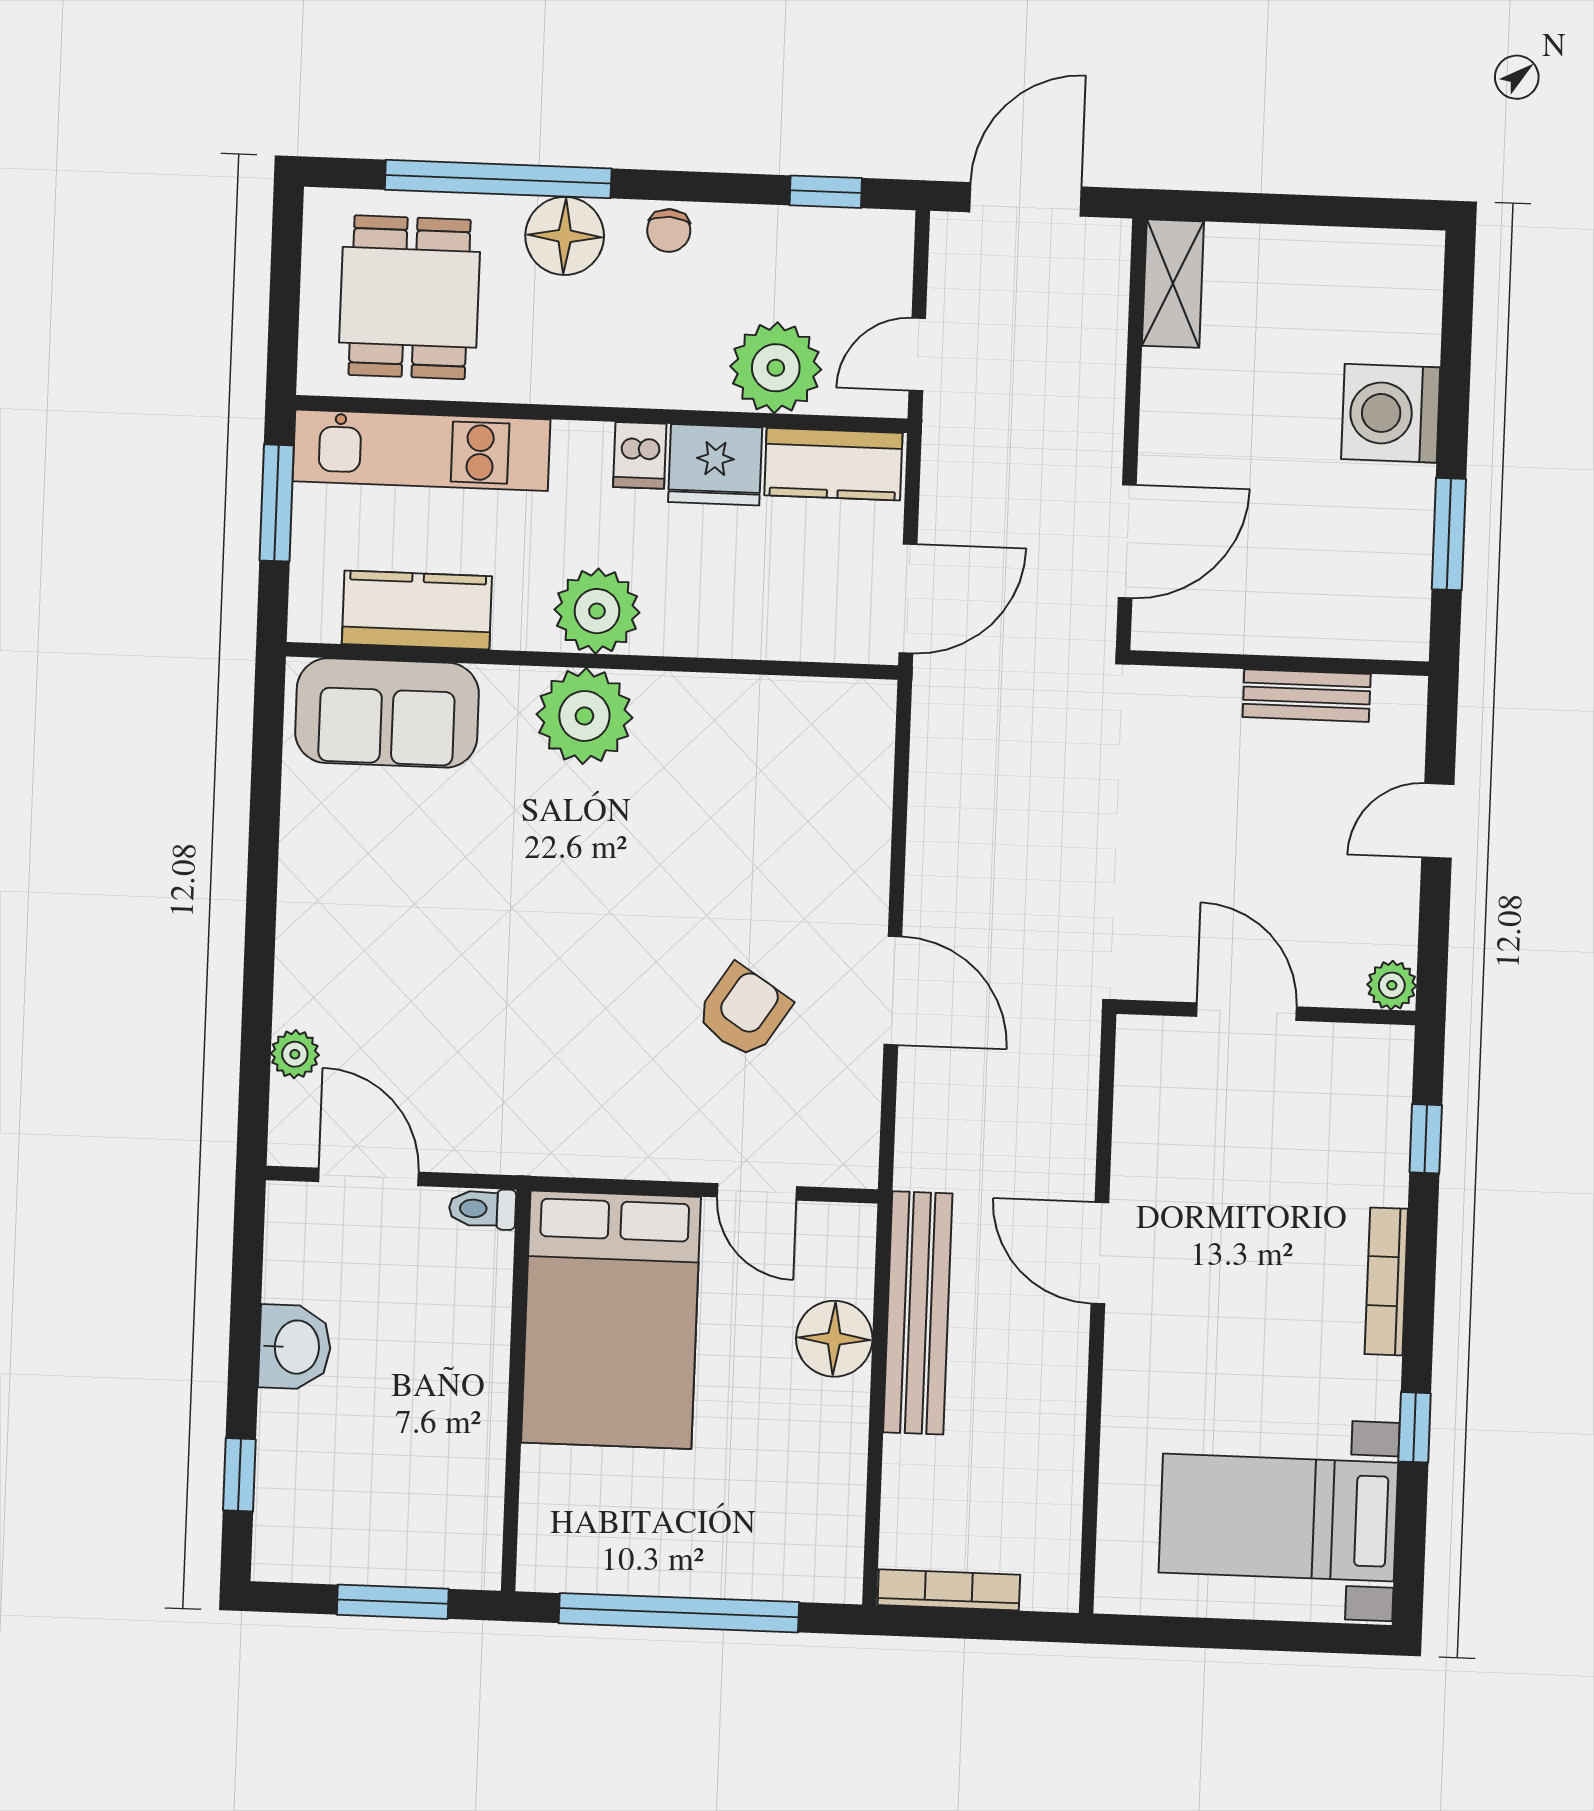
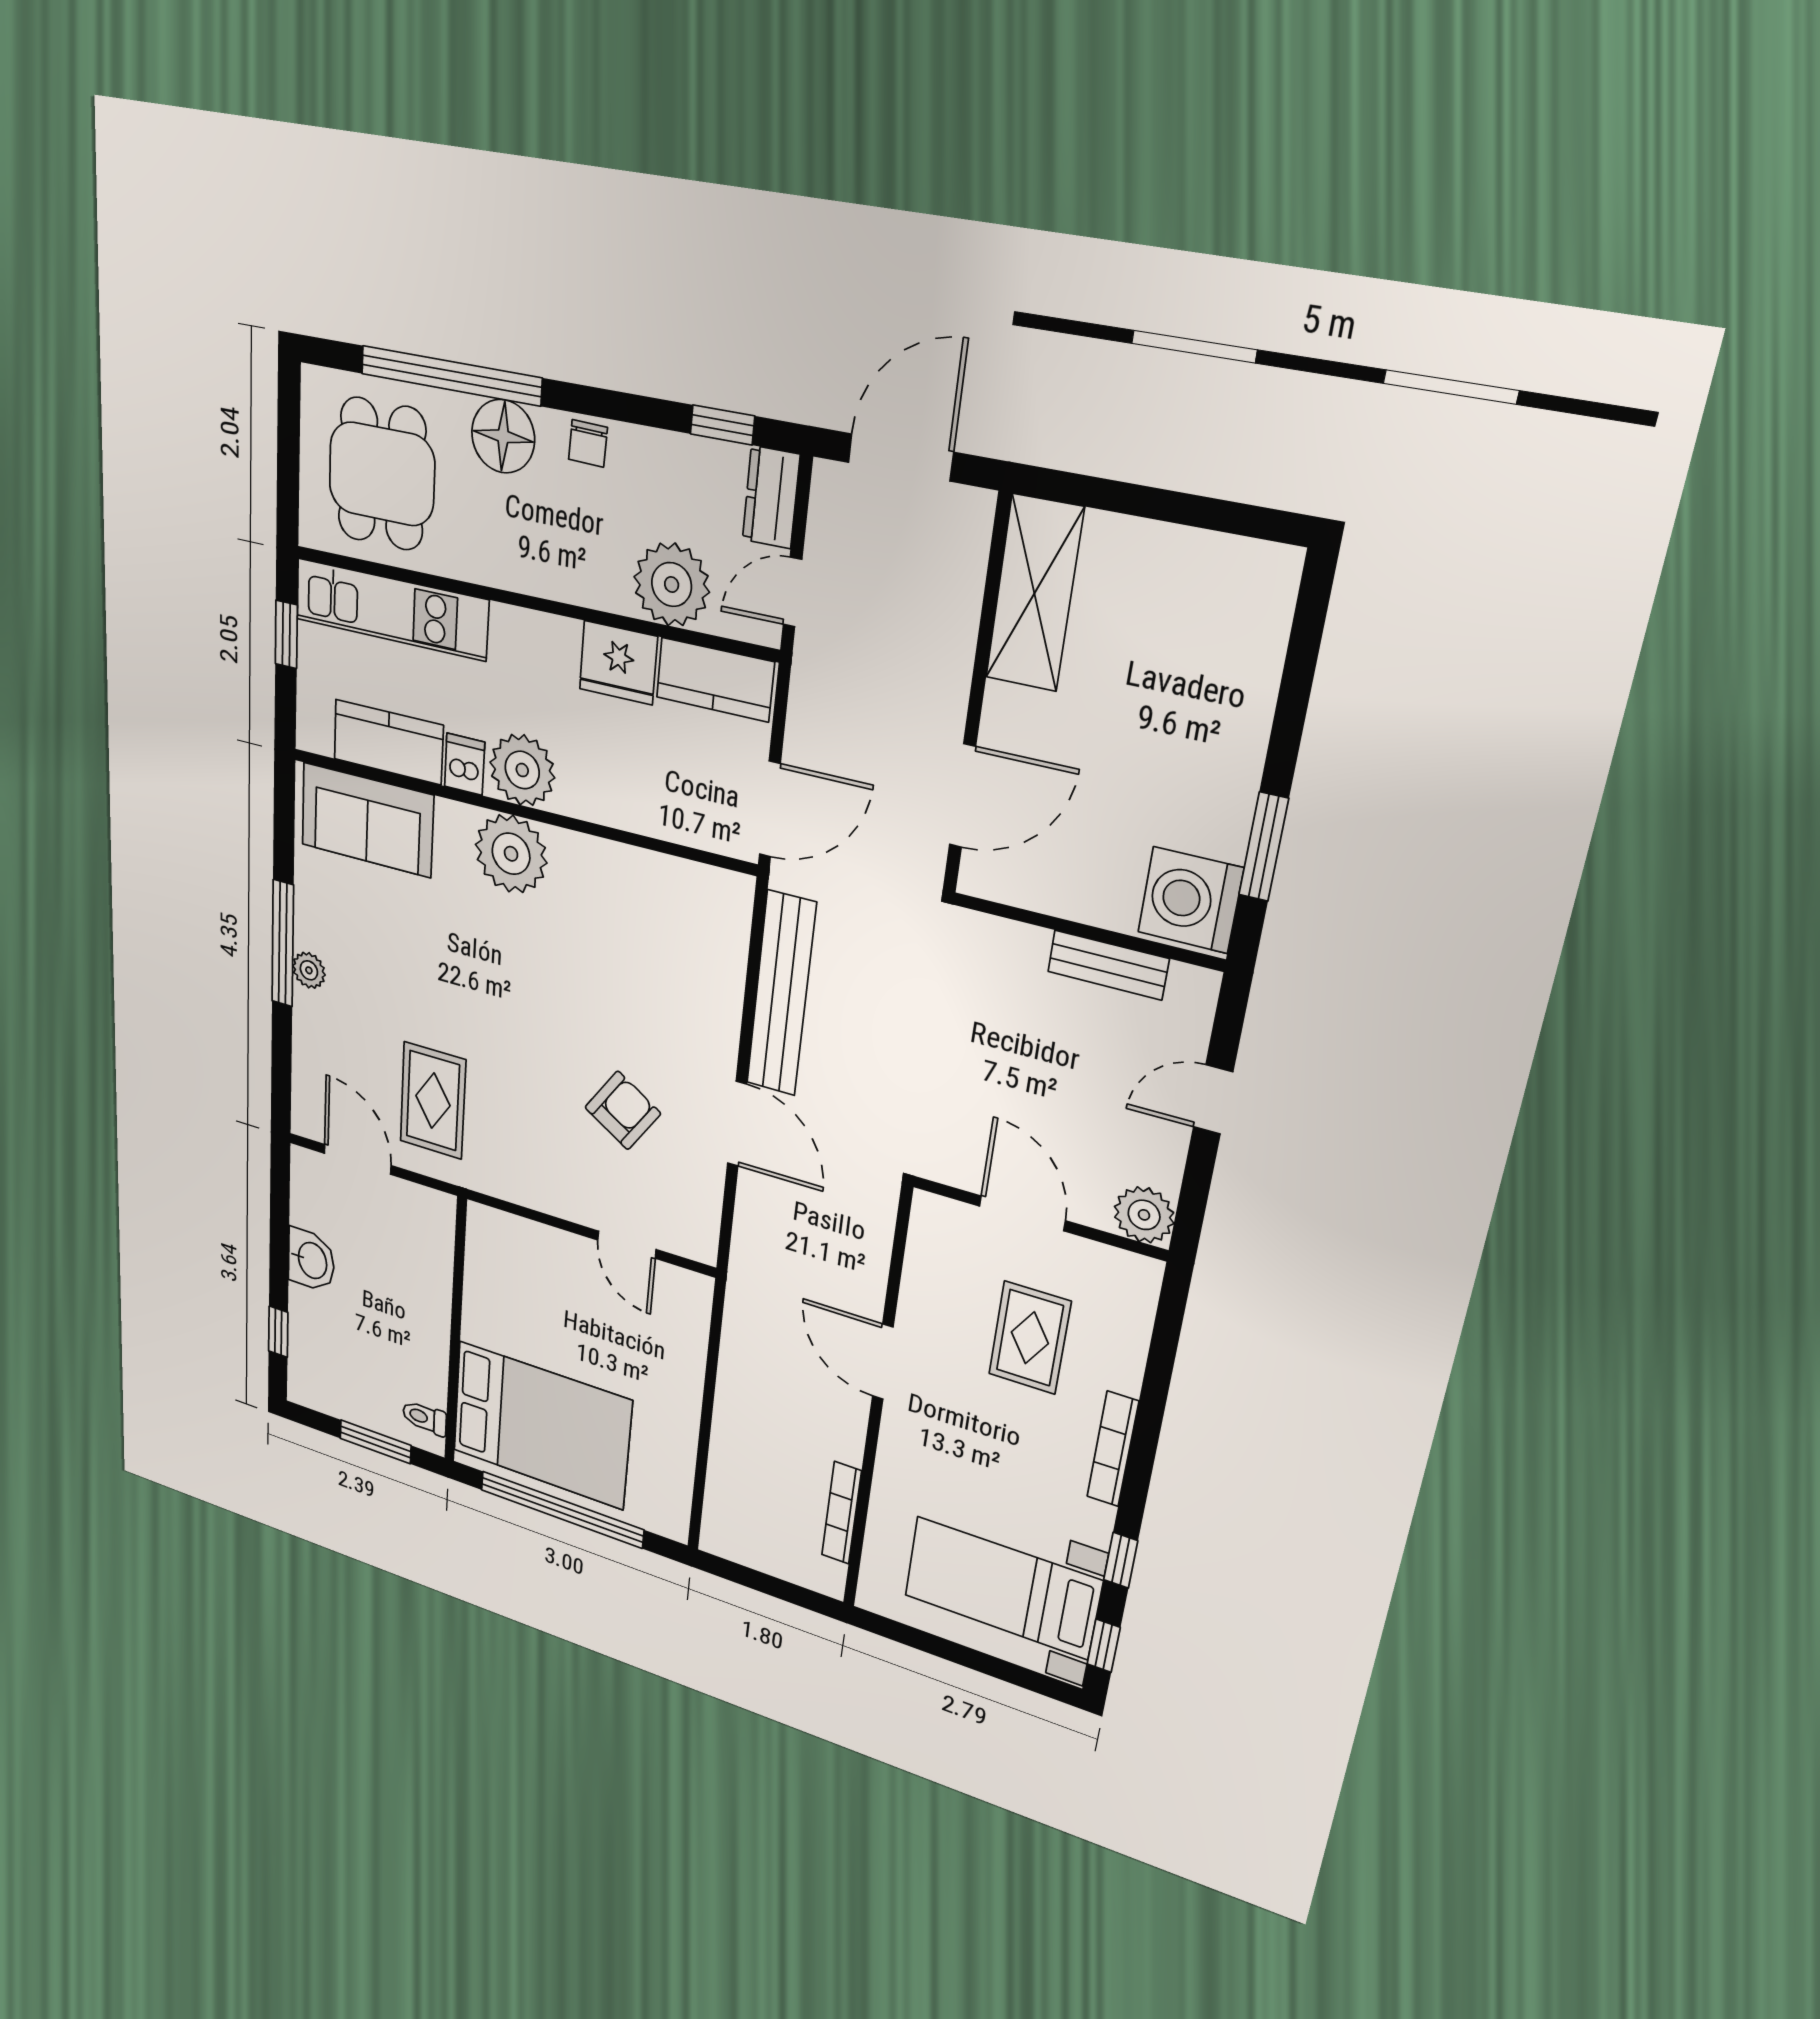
dresser: (886, 259) -> (771, 497), added
shelving: (1173, 284) -> (1034, 593), width x1.50, depth x1.33
washing machine: (1391, 413) -> (1190, 900), moved
dishwasher: (640, 455) -> (465, 764), moved, turned 180
window: (277, 503) -> (286, 634), width x0.67
window: (261, 901) -> (283, 944), added
plant: (1392, 985) -> (1144, 1215), width x1.38, depth x1.38
plant: (295, 1054) -> (309, 970), moved
rug: (480, 1065) -> (433, 1101), added
window: (1426, 1139) -> (1104, 1646), moved
rug: (1273, 1167) -> (1030, 1338), added
toilet: (482, 1209) -> (425, 1418), moved
bench: (918, 1313) -> (781, 994), moved
bed: (611, 1320) -> (541, 1425), moved, turned -90
floor lamp: (834, 1339) -> (678, 1363), removed
bookcase: (949, 1590) -> (842, 1513), moved, turned -90

